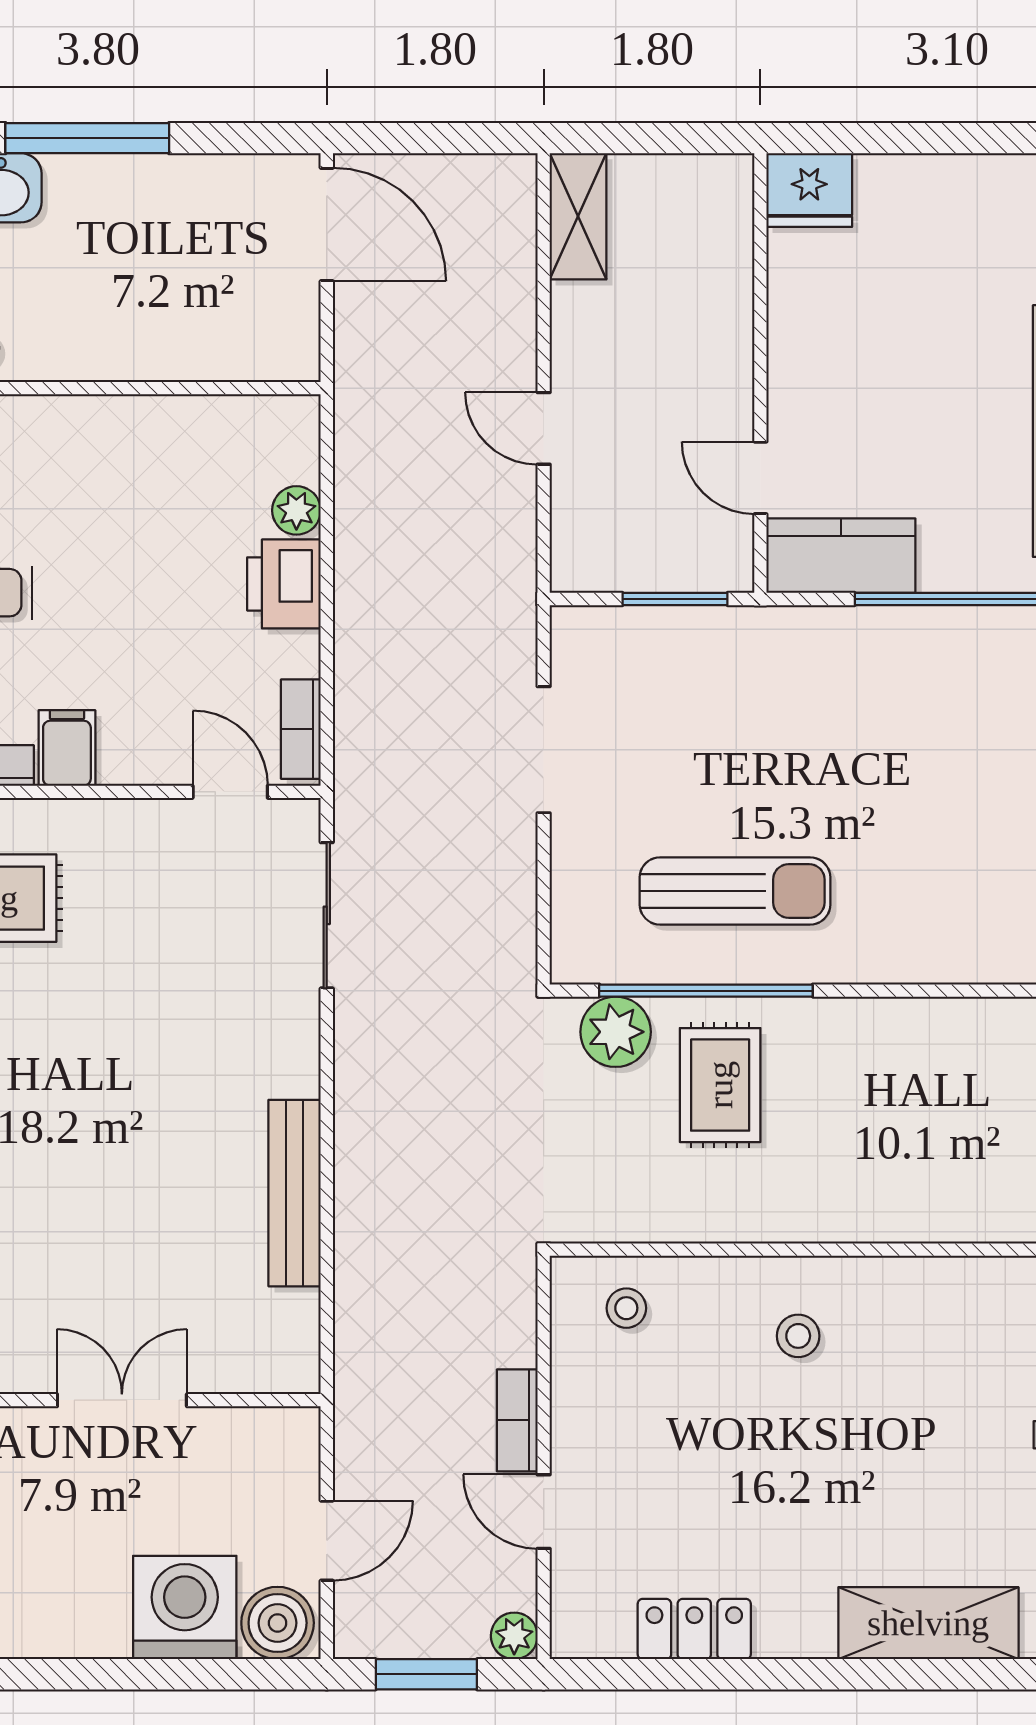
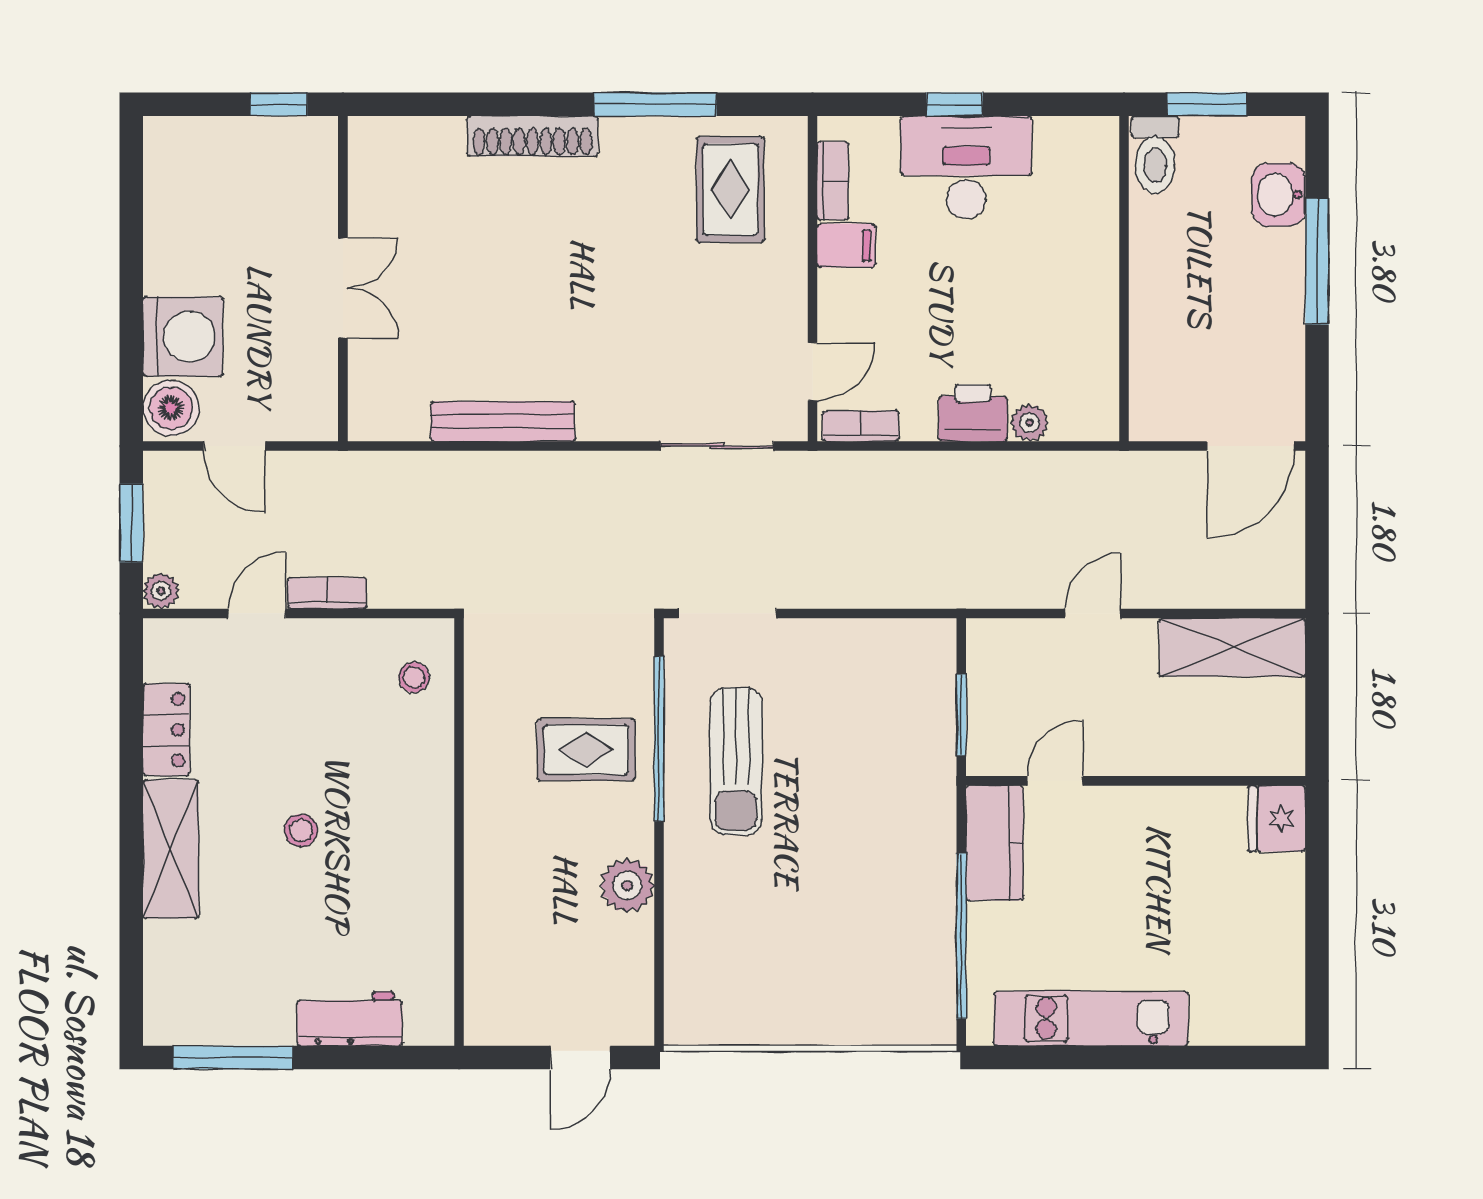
shelving: (578, 216) -> (1232, 647), width x1.50, depth x1.33
doorway: (544, 750) -> (728, 613), moved
plant: (616, 1032) -> (627, 885), moved
stool: (798, 1336) -> (301, 830), moved
shelving: (928, 1623) -> (171, 849), moved

